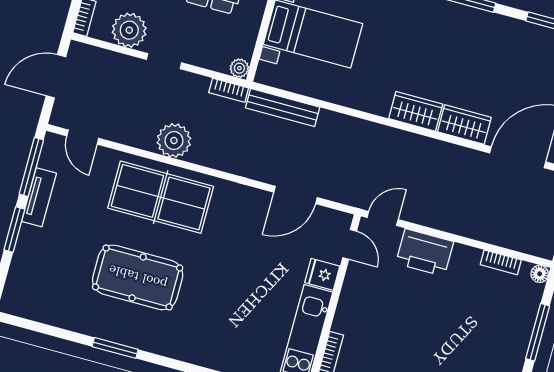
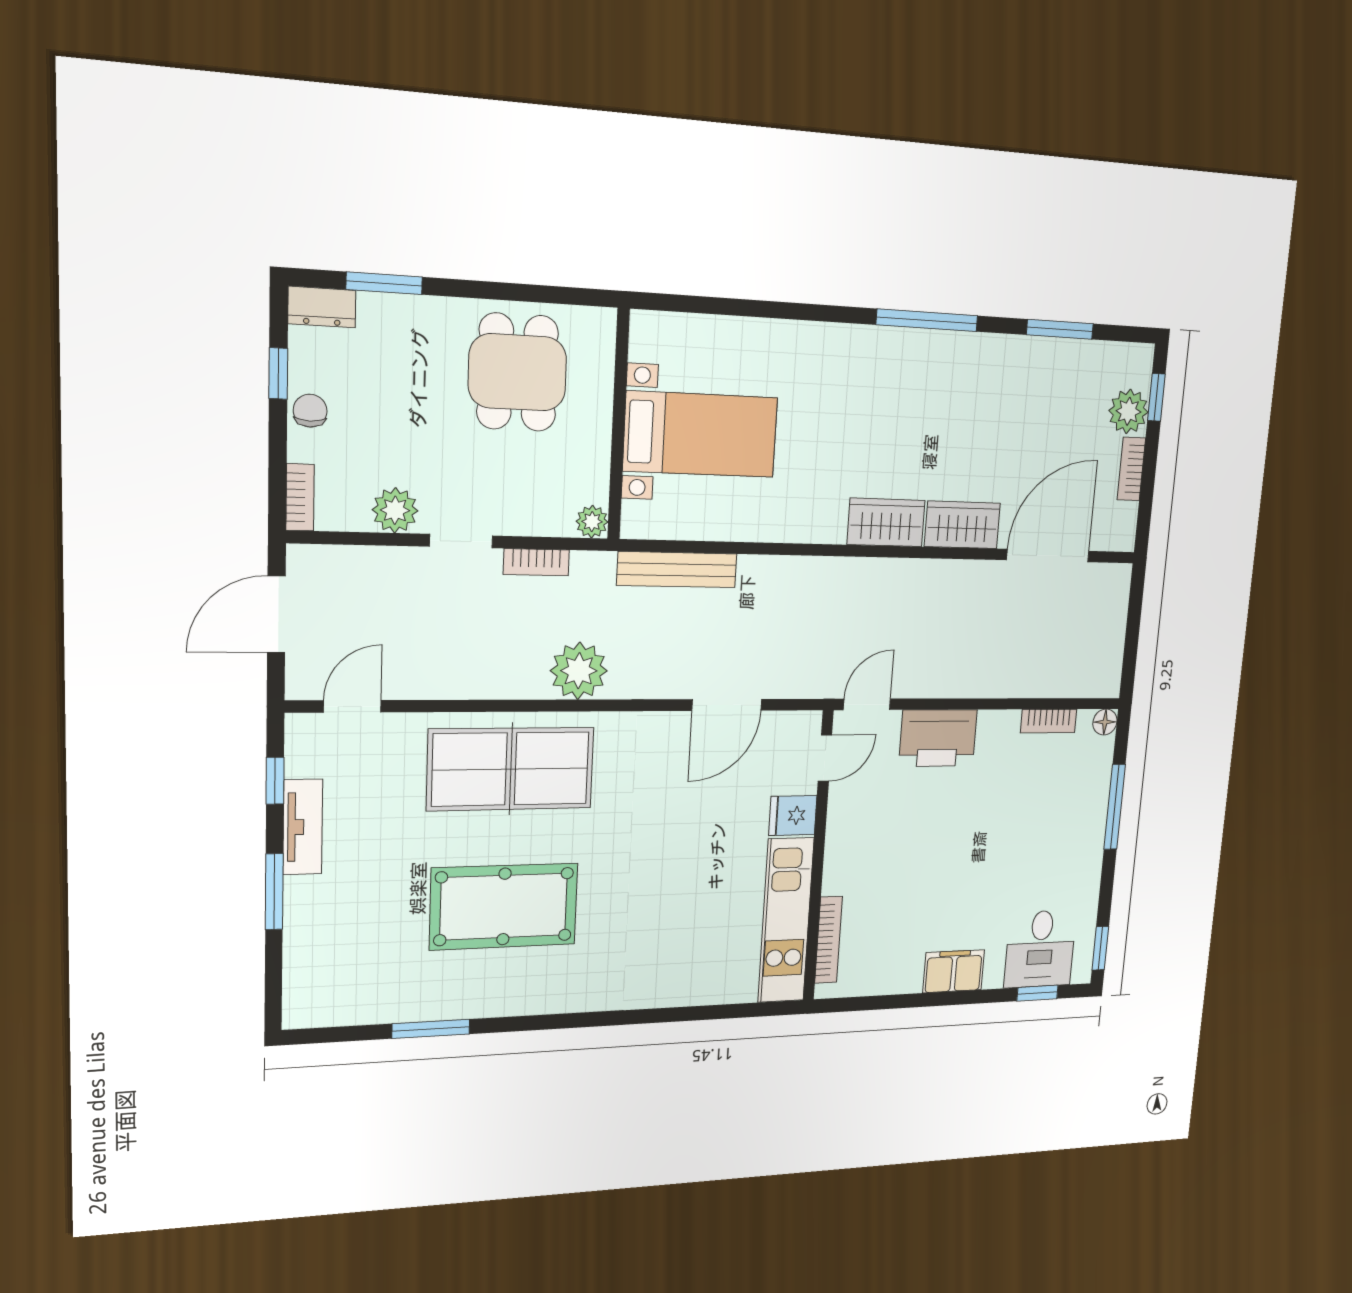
plant: (129, 30) -> (395, 510), width x0.73, depth x0.73
bookcase: (229, 90) -> (536, 562), moved
door: (83, 137) -> (352, 706), swing flipped
plant: (174, 140) -> (579, 671), moved
window: (31, 167) -> (275, 781), width x0.46
door: (350, 244) -> (825, 758), hinge flipped
window: (115, 348) -> (431, 1029), moved

